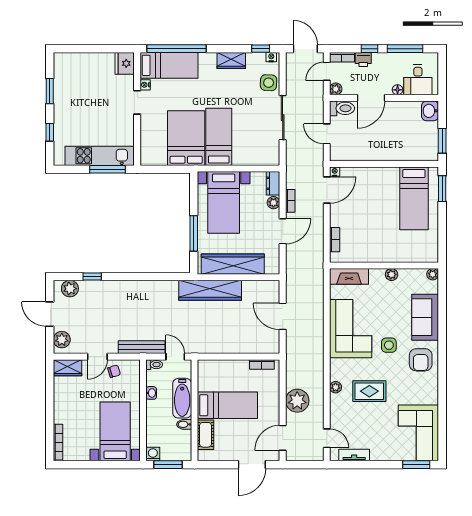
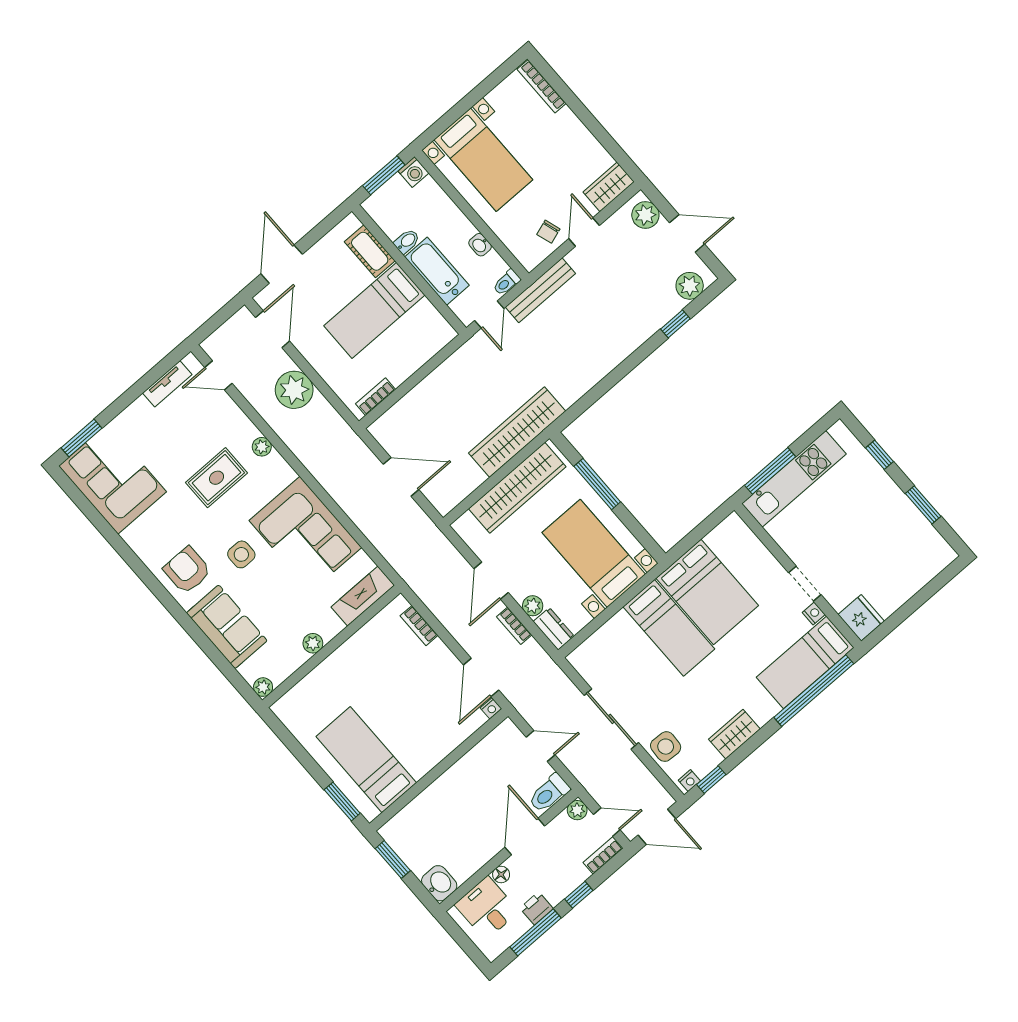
printer: (363, 59) -> (537, 908), moved
door: (327, 71) -> (607, 822), hinge flipped
door: (175, 357) -> (489, 314), hinge flipped

